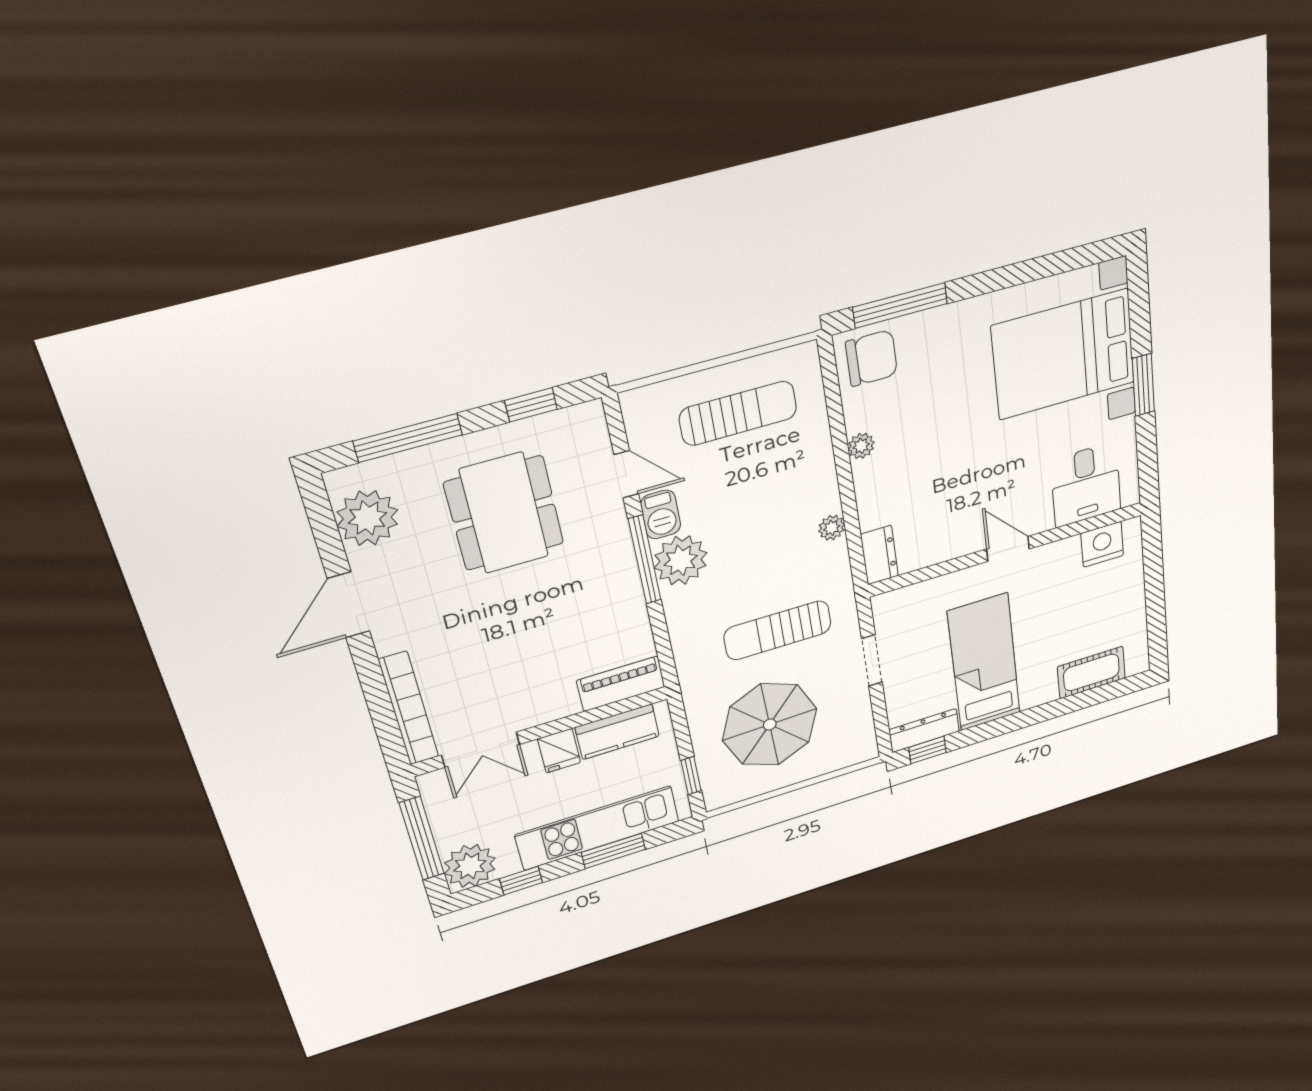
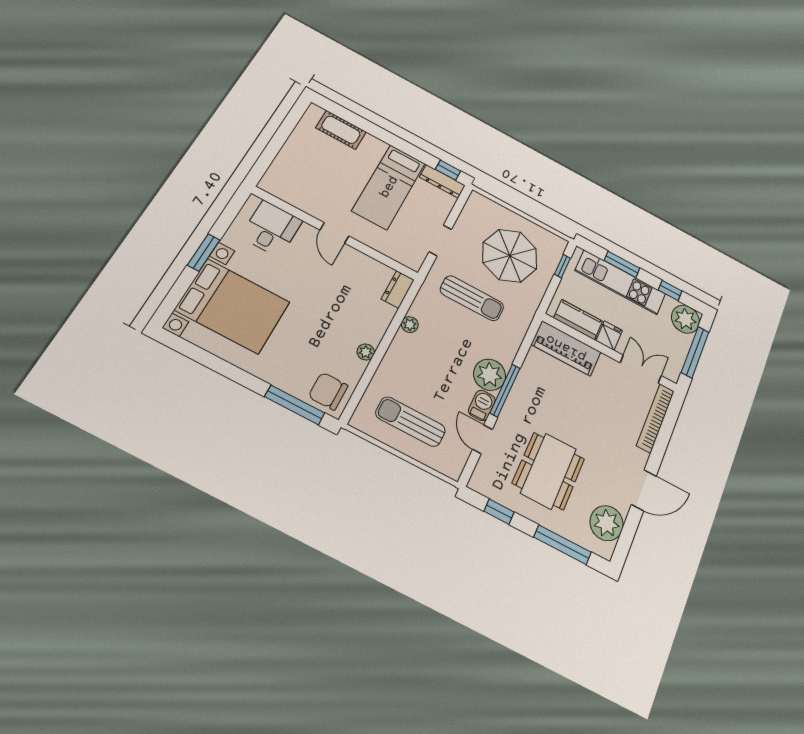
nightstand: (1102, 544) -> (286, 190), removed
piano: (621, 684) -> (566, 348), width x1.37, depth x1.33

